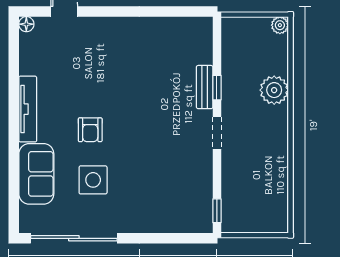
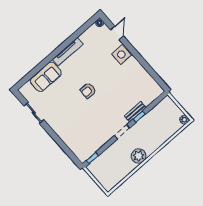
plant: (274, 90) -> (139, 156), moved
armchair: (90, 130) -> (88, 90), moved
side table: (93, 180) -> (121, 54), moved
sliding door: (74, 238) -> (34, 113), width x0.54

